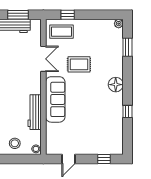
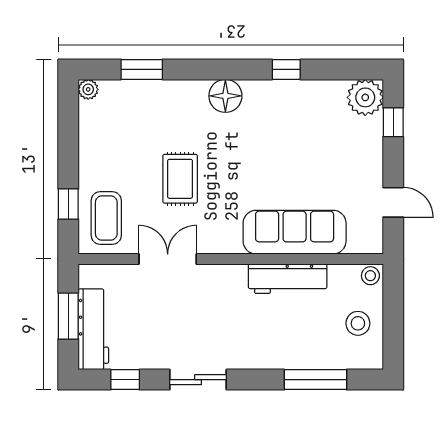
sofa: (55, 99) -> (295, 232), moved
plant: (115, 147) -> (365, 97), added

